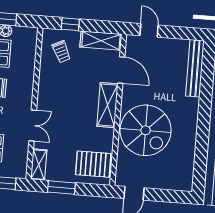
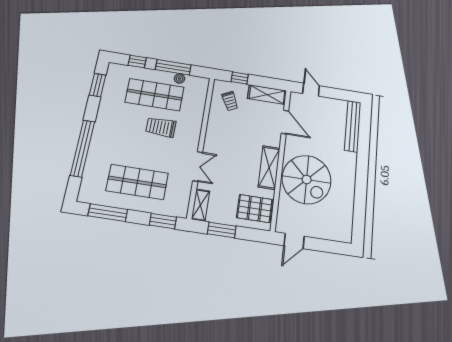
shelving: (107, 105) -> (269, 167), moved

